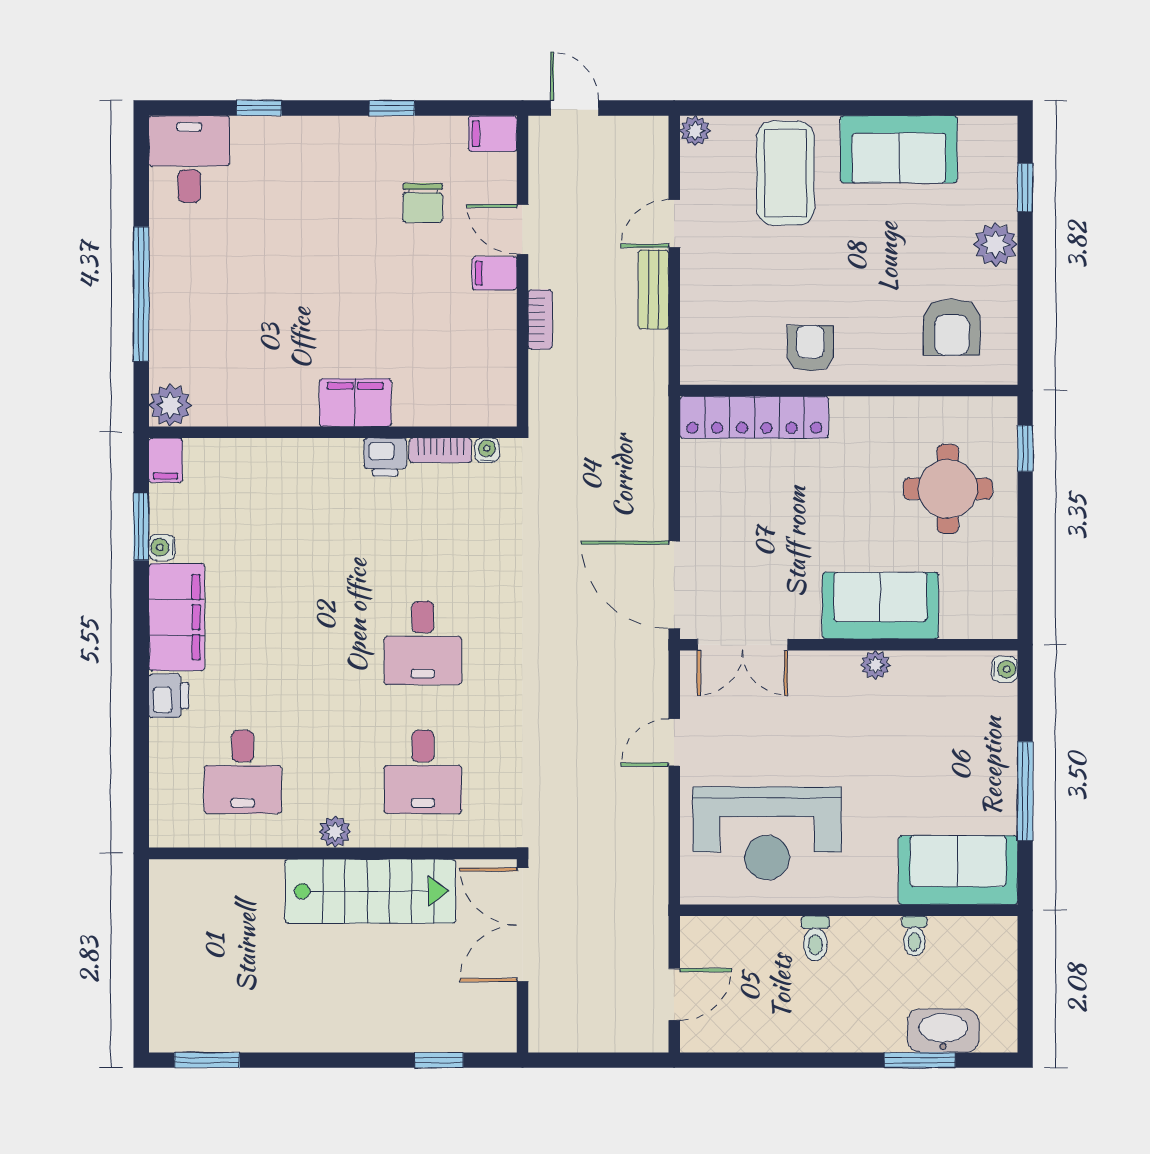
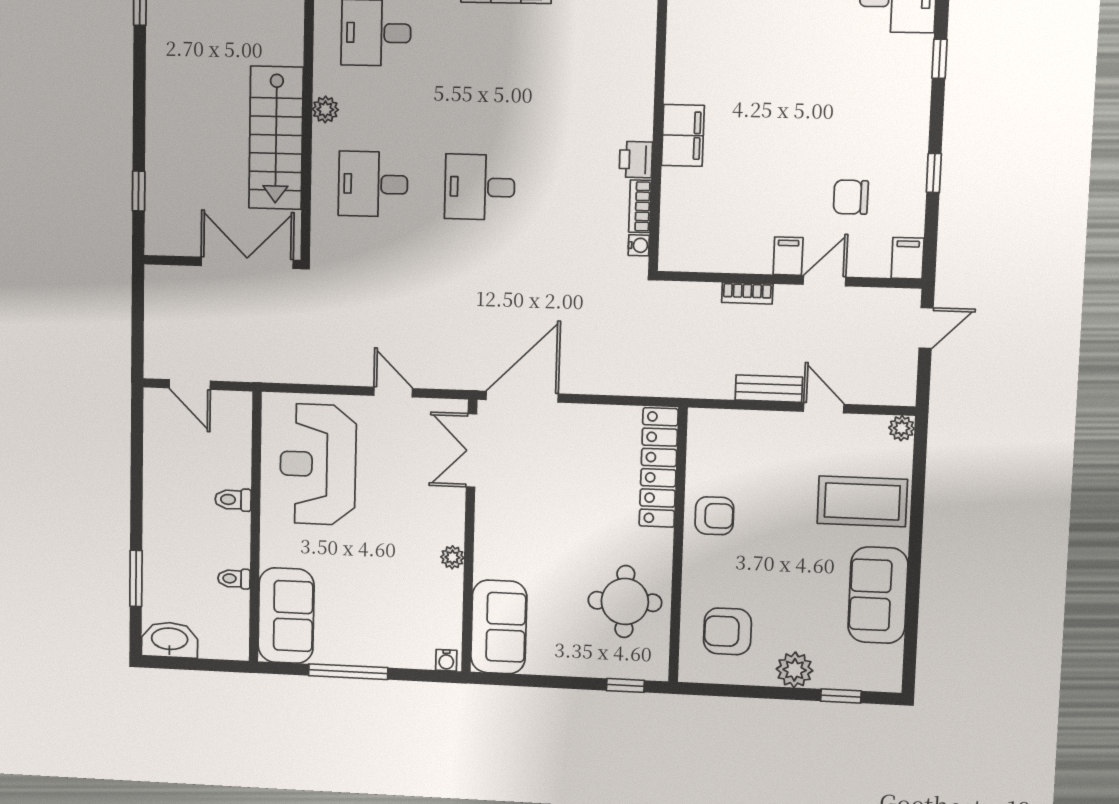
round table: (948, 489) -> (625, 601), moved
sofa: (880, 606) -> (499, 627), moved
washbasin: (943, 1031) -> (170, 640), moved, turned -90

